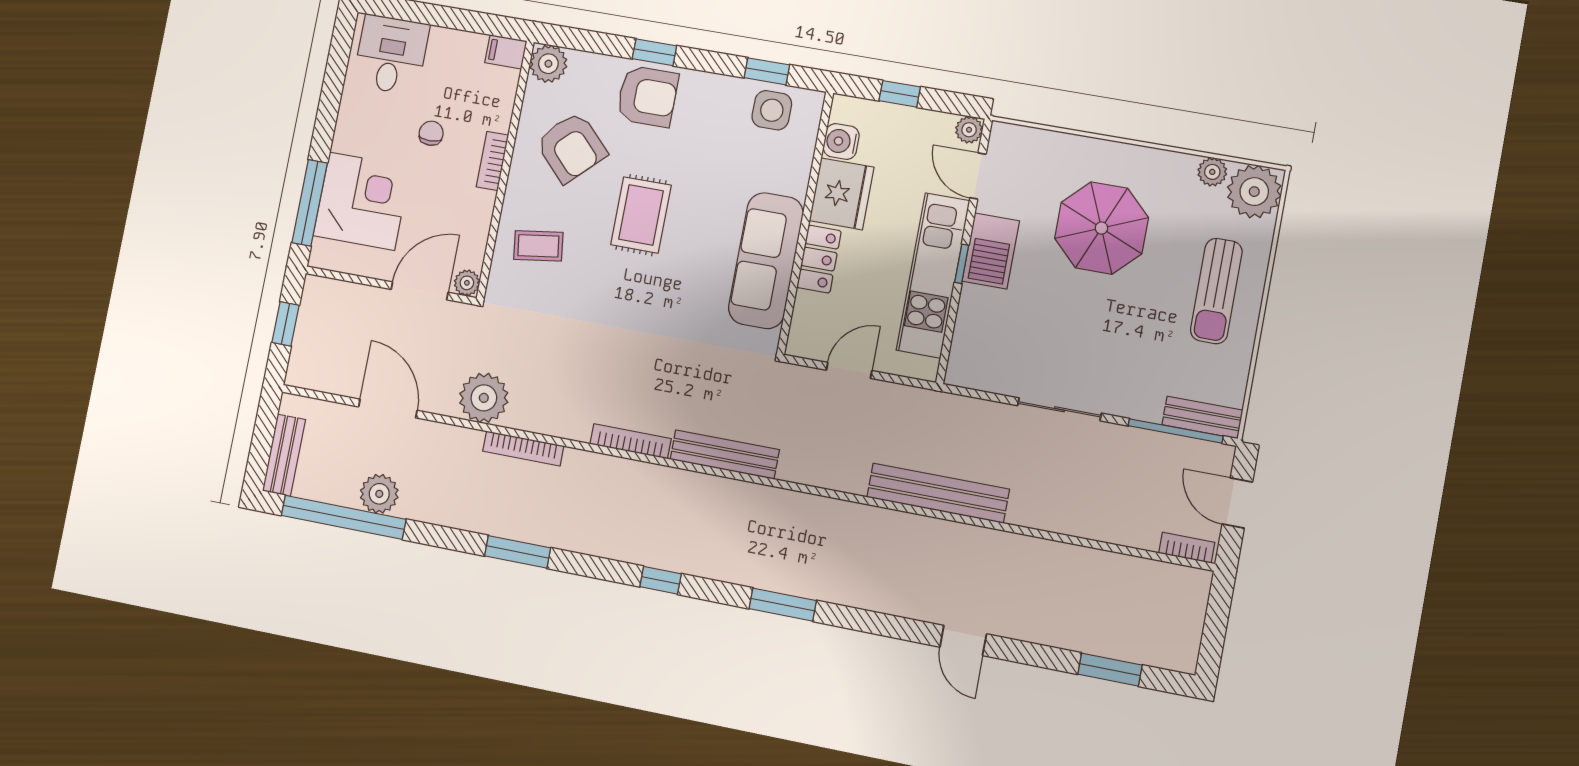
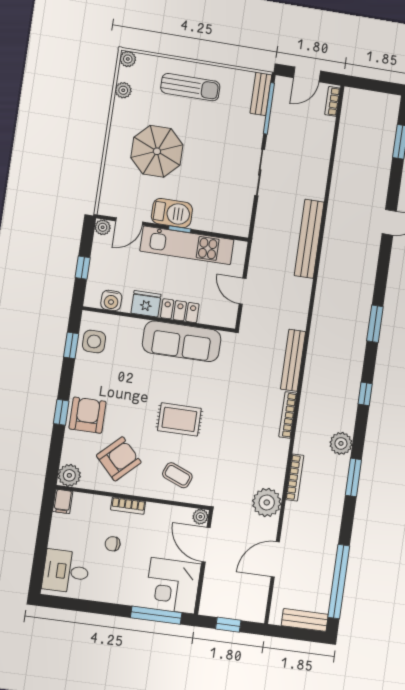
plant: (1254, 192) -> (128, 59), width x0.53, depth x0.53
fridge: (842, 194) -> (146, 304), width x0.73, depth x0.75
corner desk: (362, 201) -> (173, 586), moved, turned -90
rug: (641, 215) -> (179, 419), moved
coffee table: (538, 246) -> (177, 475), turned -60
plant: (379, 494) -> (341, 443), moved

